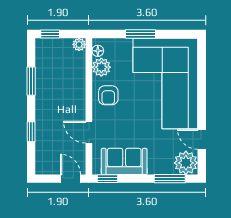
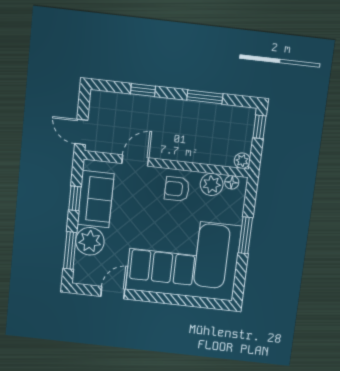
plant: (186, 163) -> (90, 241), moved
door: (70, 179) -> (81, 132), swing flipped
window: (108, 179) -> (75, 198), moved

